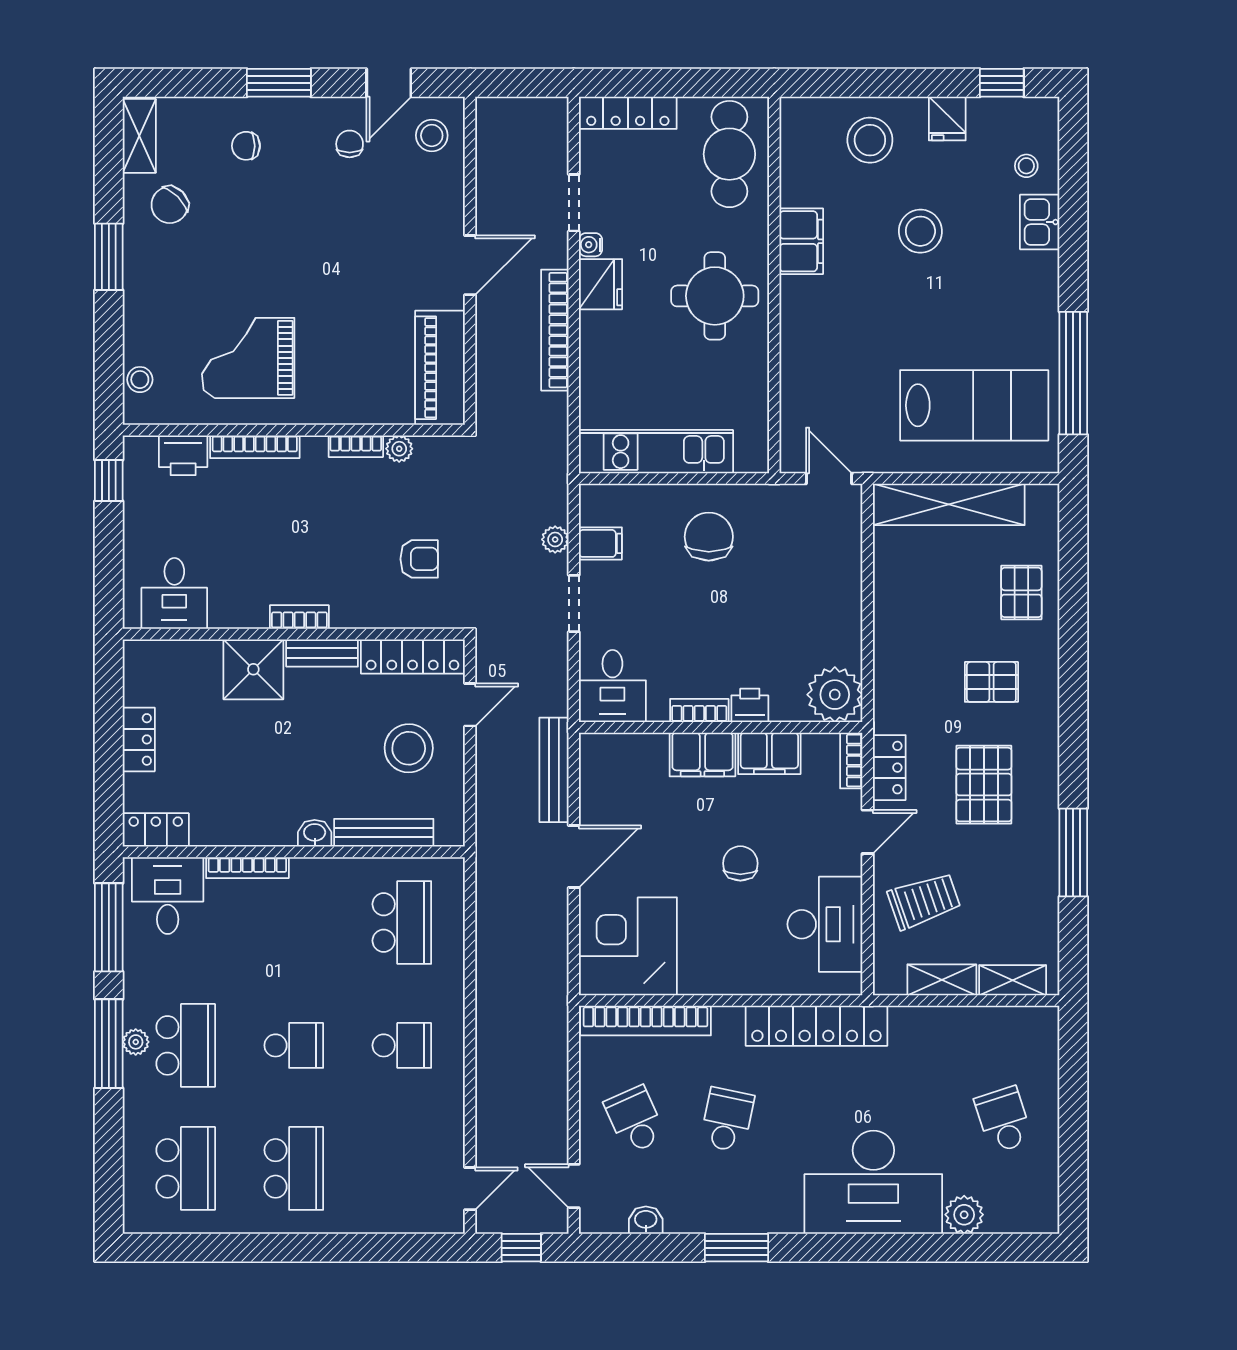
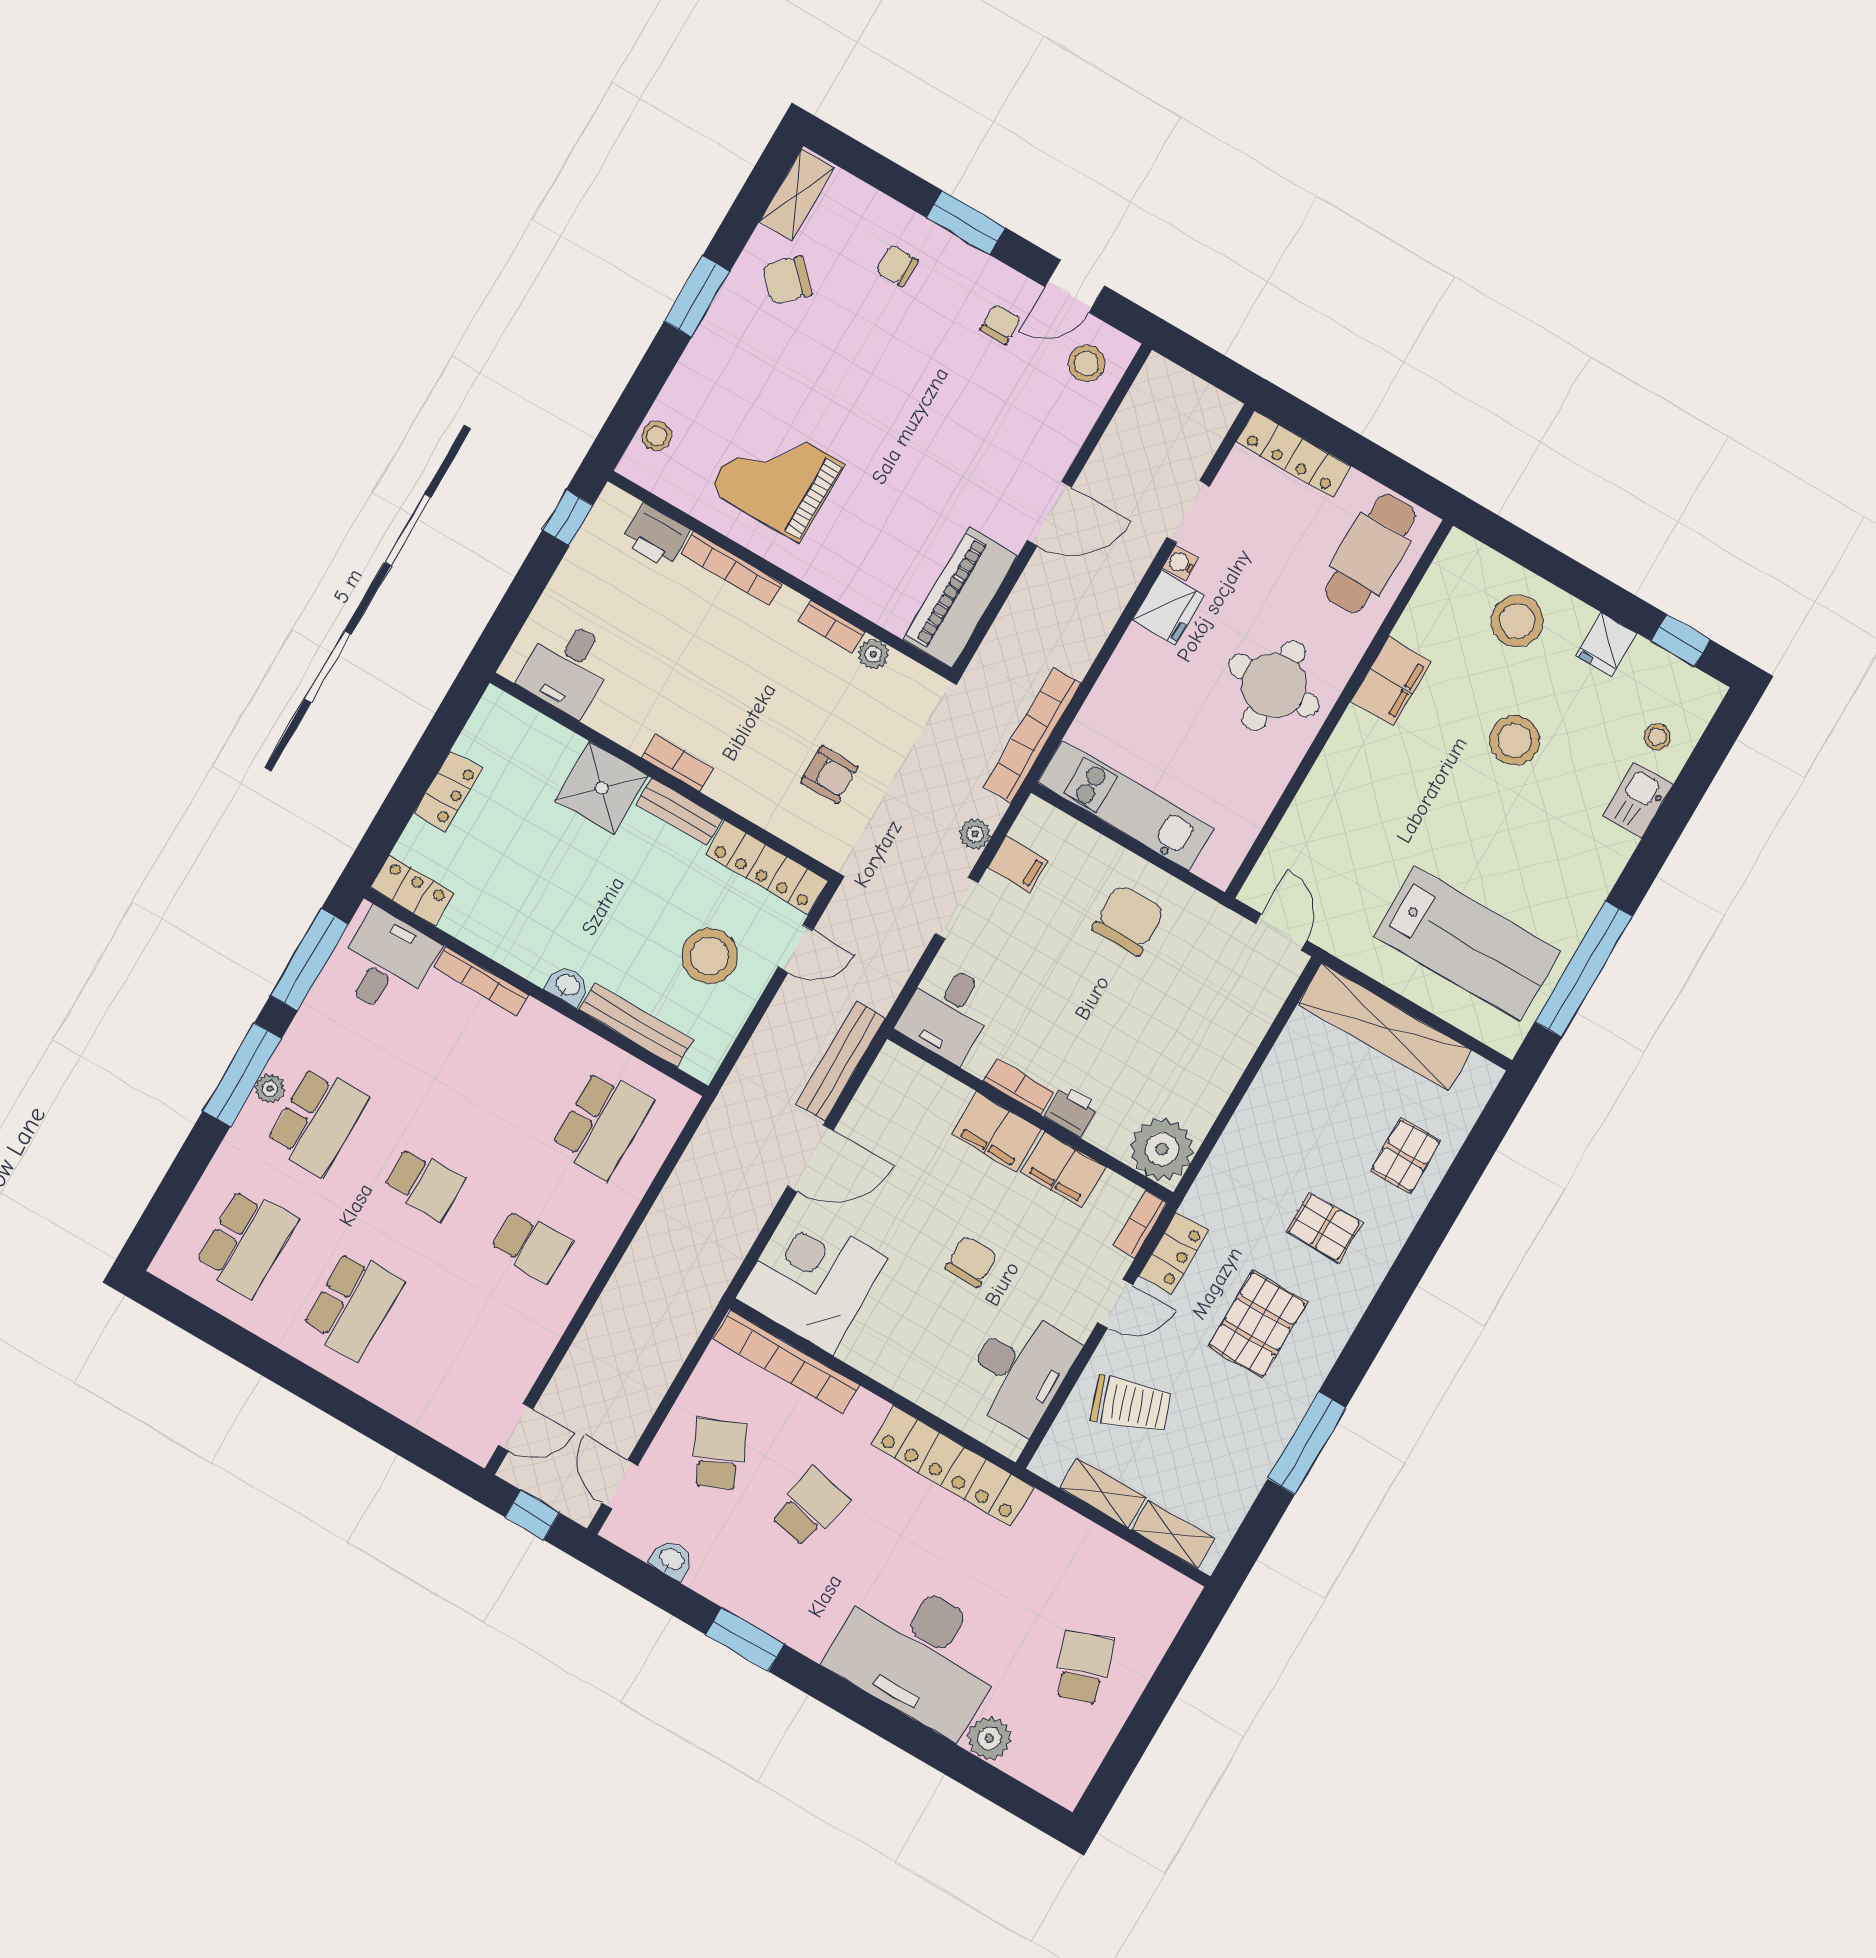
bookcase: (555, 330) -> (1033, 735), moved

